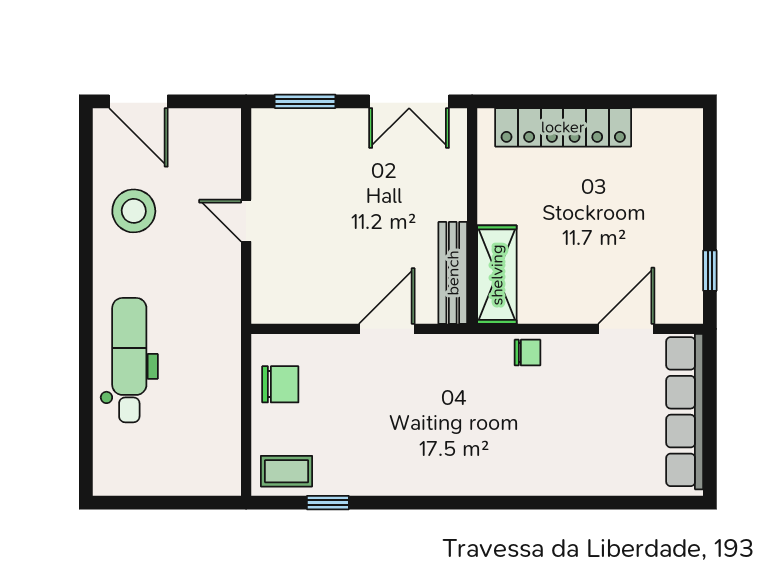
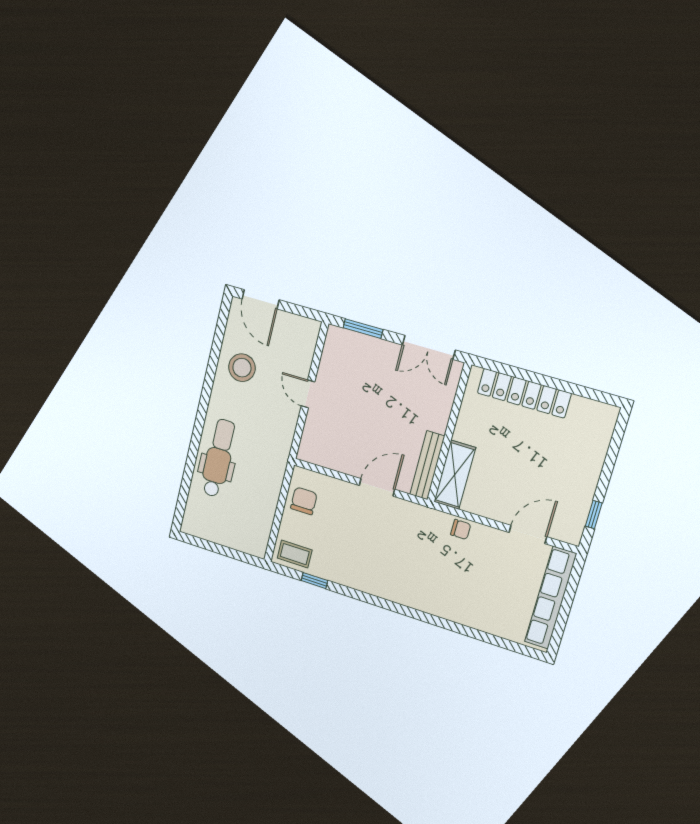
chair: (280, 384) -> (304, 501), turned -90

